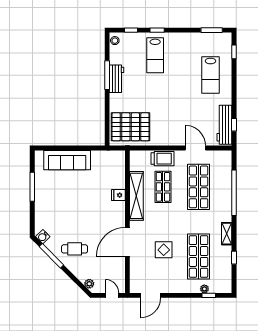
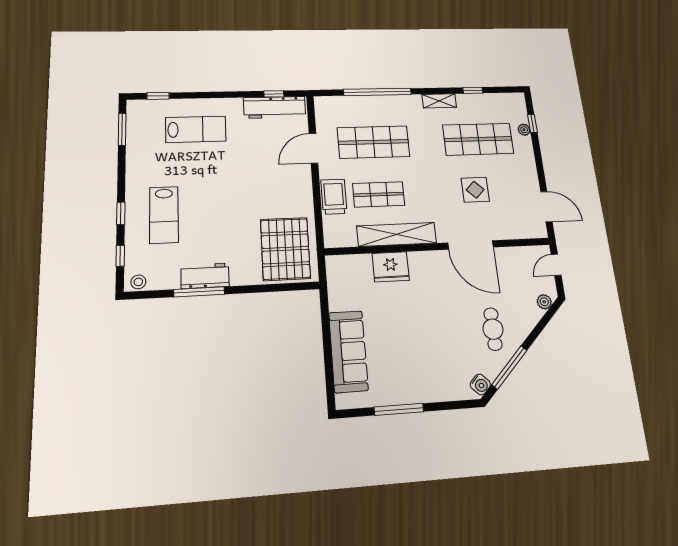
lab bench: (155, 55) -> (164, 215), turned 90
fridge: (118, 195) -> (391, 267), width x1.88, depth x1.34

